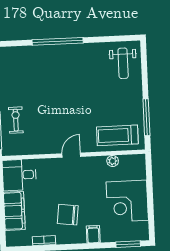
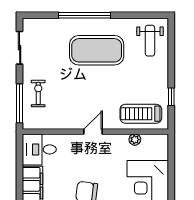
exercise mat: (71, 75) -> (97, 50), added
window: (146, 117) -> (171, 97), width x0.46

